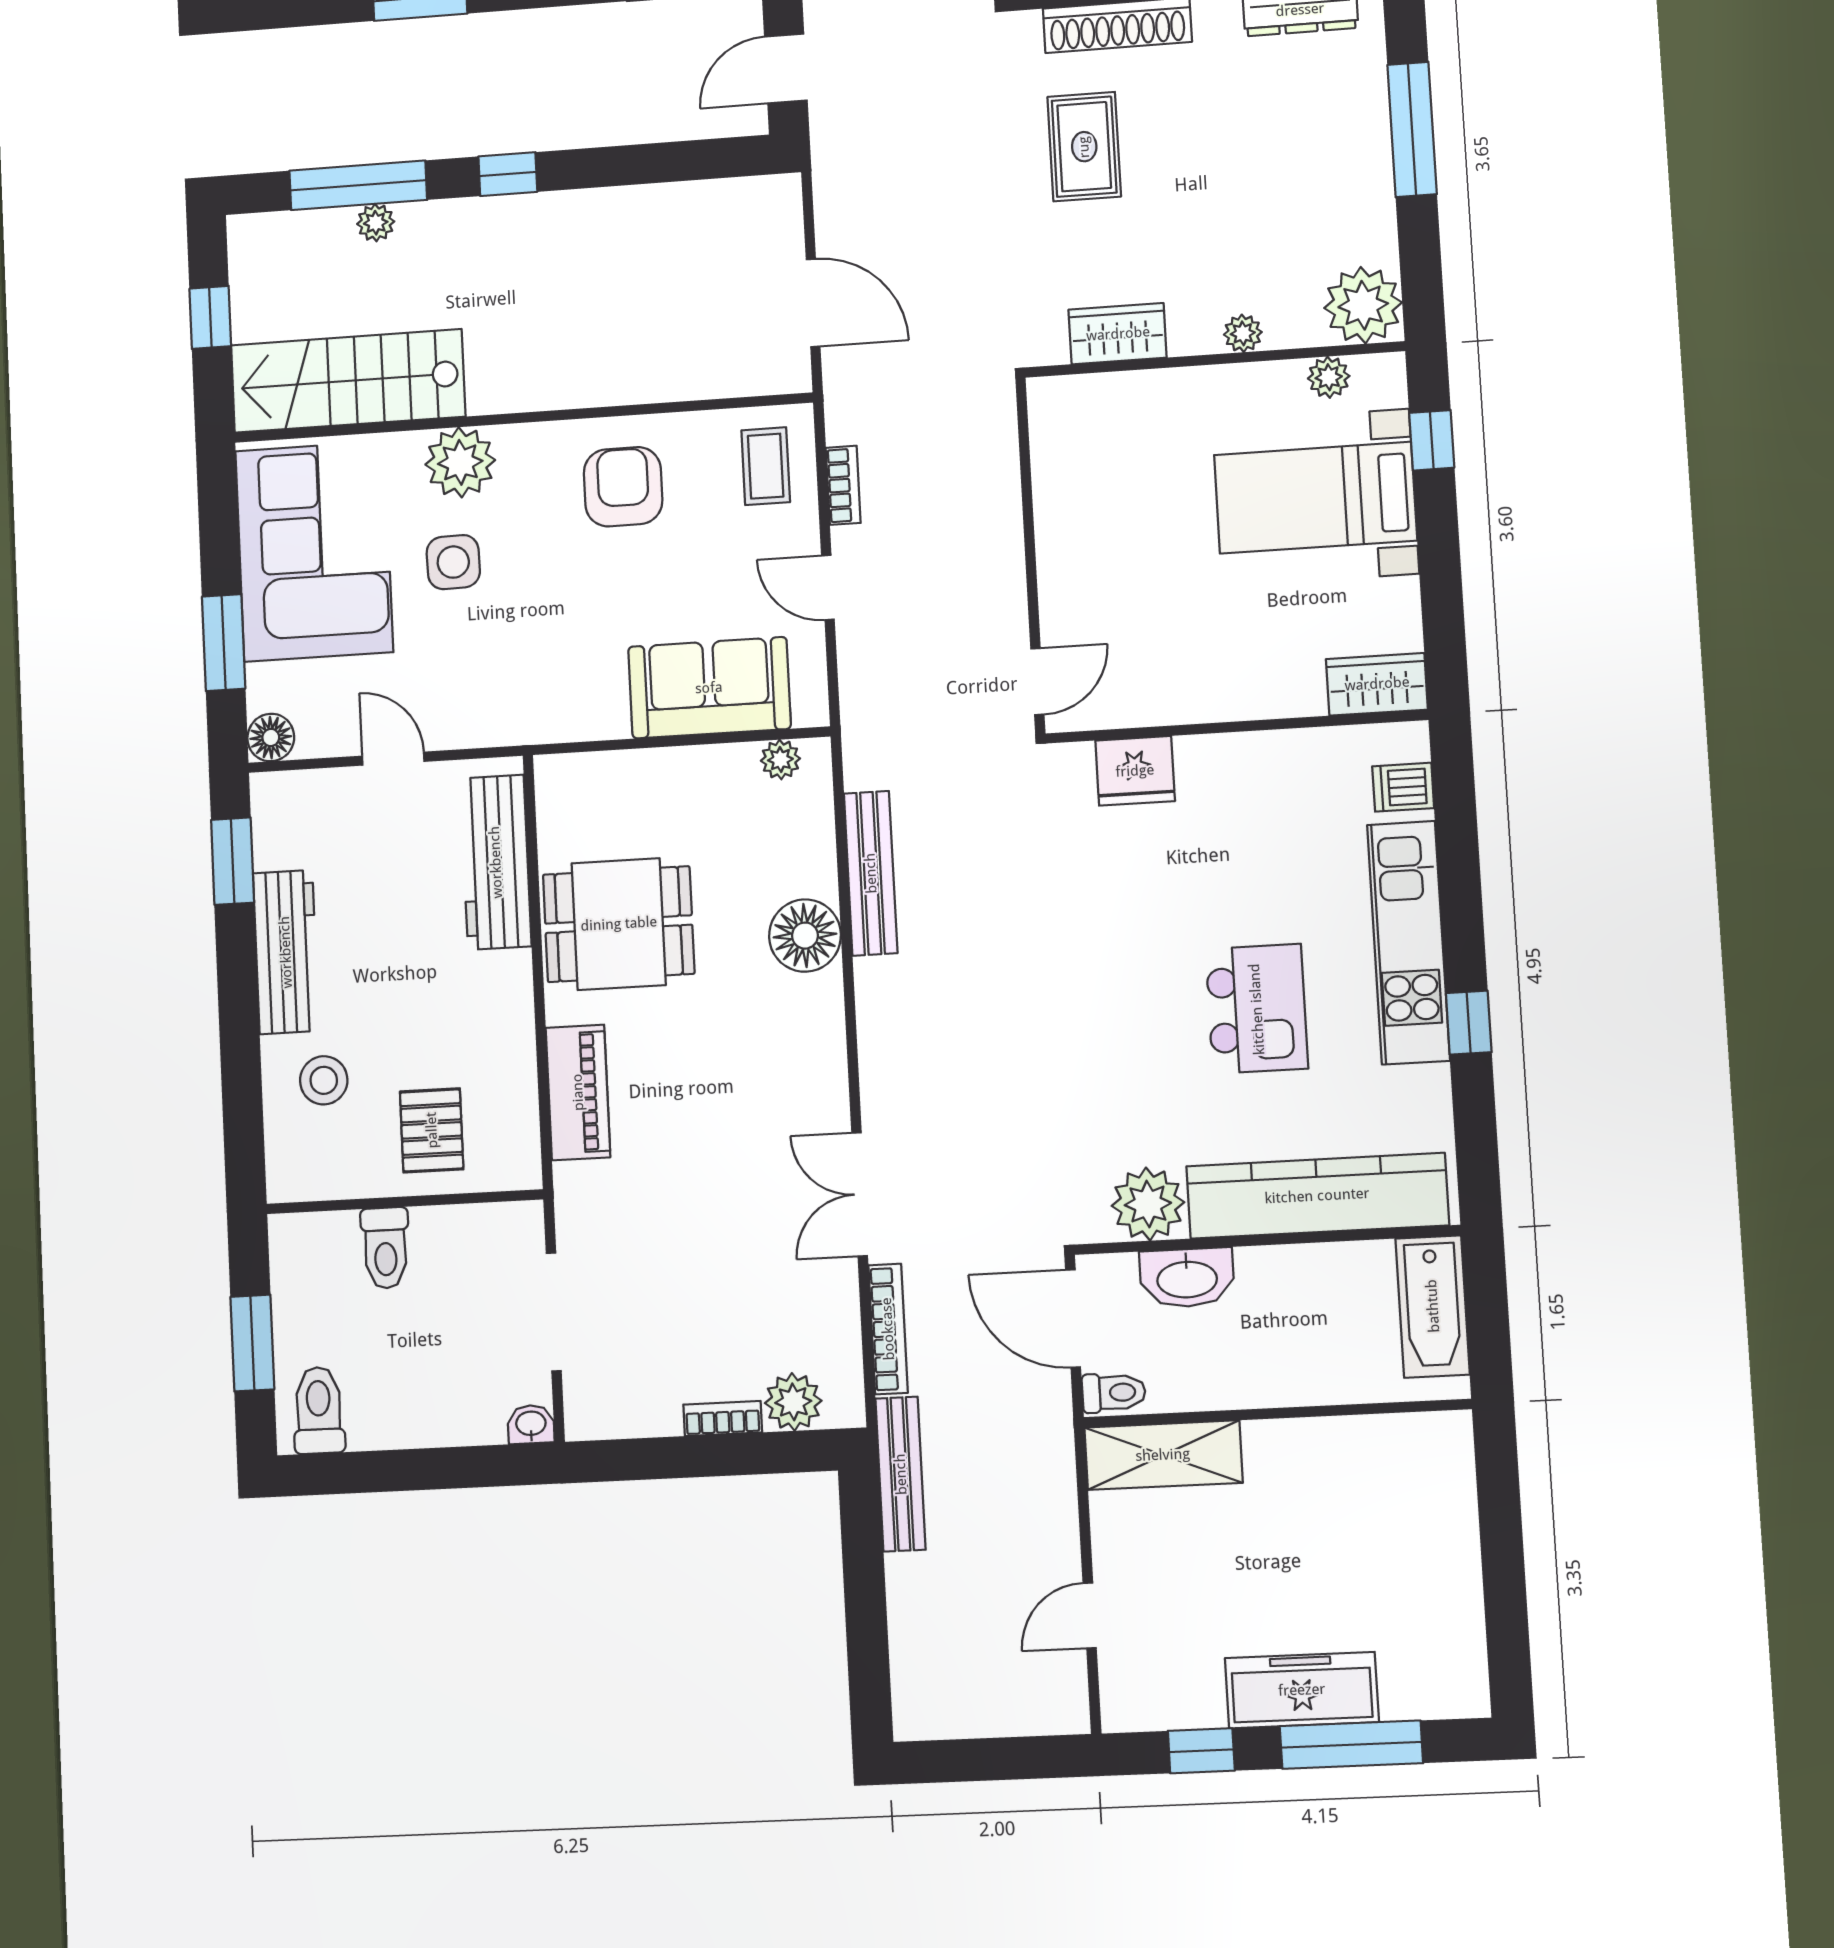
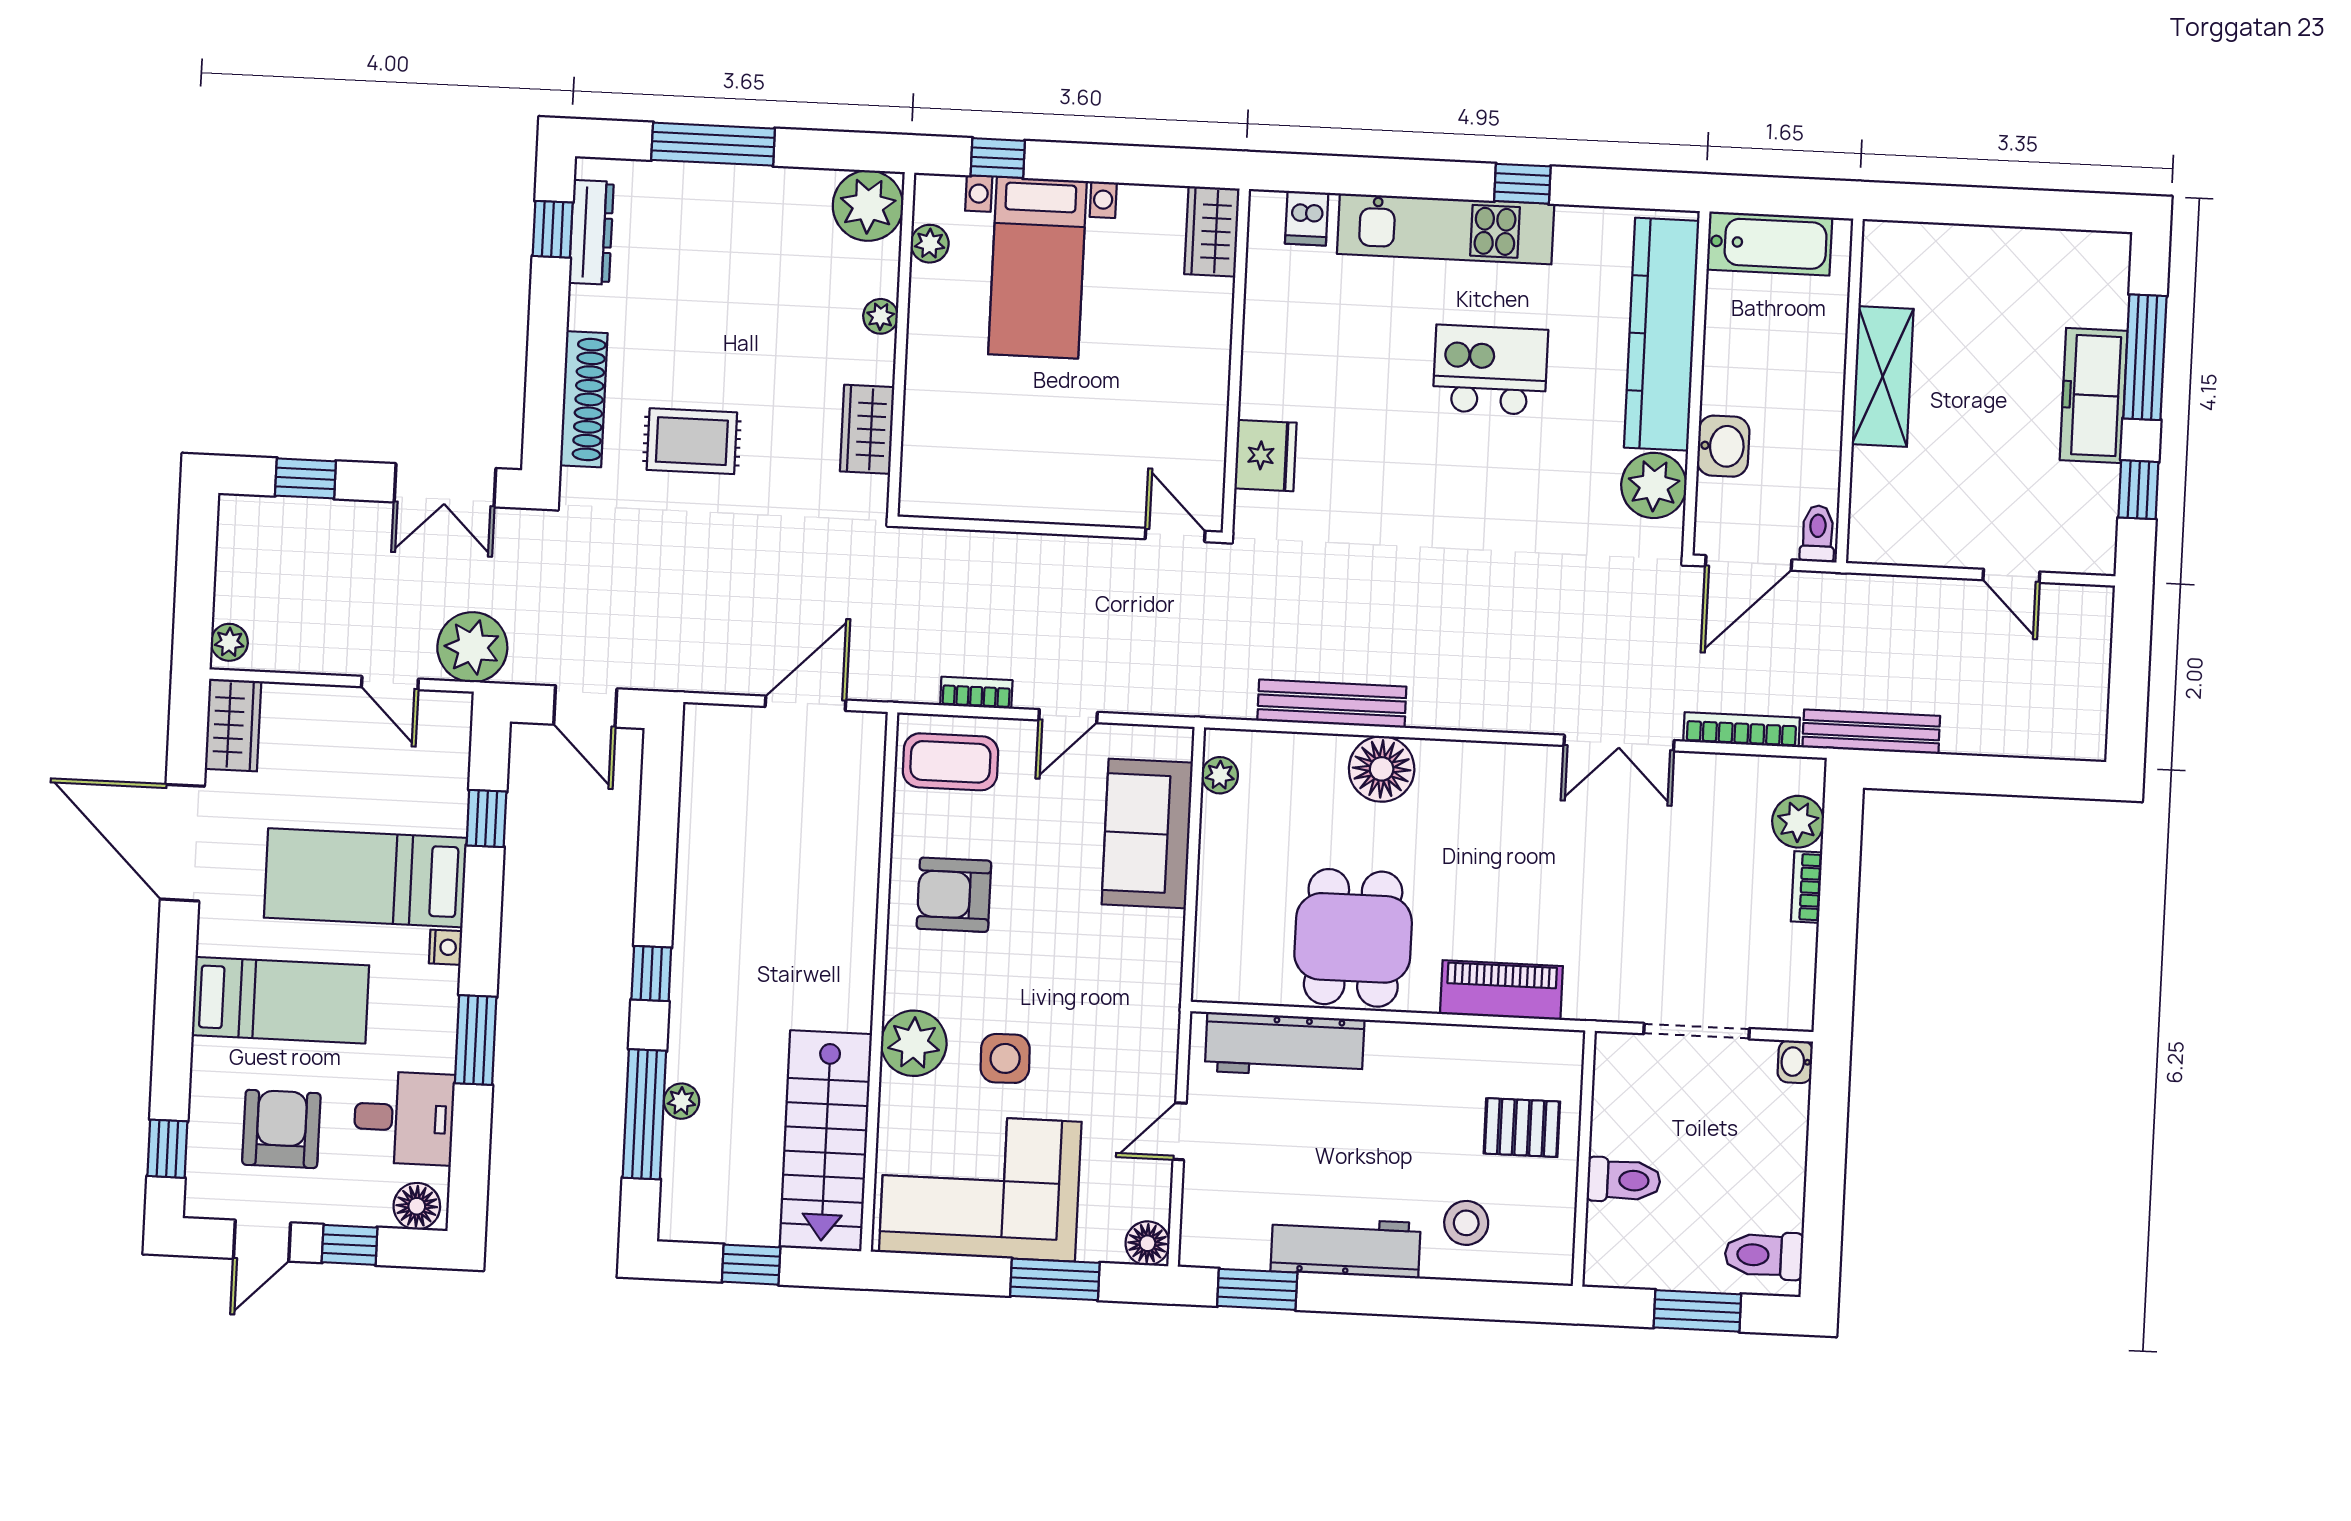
coffee table: (766, 466) -> (950, 762), width x1.36, depth x1.30
washbasin: (1187, 1278) -> (1723, 446), width x0.72
shelving: (1163, 1455) -> (1883, 376), moved

